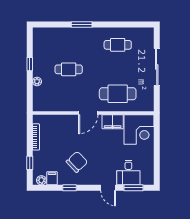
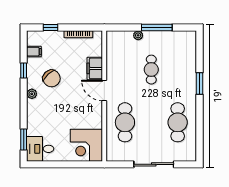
cafe table: (118, 45) -> (178, 122), width x1.37, depth x1.35
window: (30, 64) -> (157, 28), width x2.17
filing cabinet: (113, 122) -> (95, 68), moved
desk: (128, 172) -> (40, 149), moved
plant: (41, 180) -> (32, 94), moved
door: (108, 188) -> (24, 112), removed

